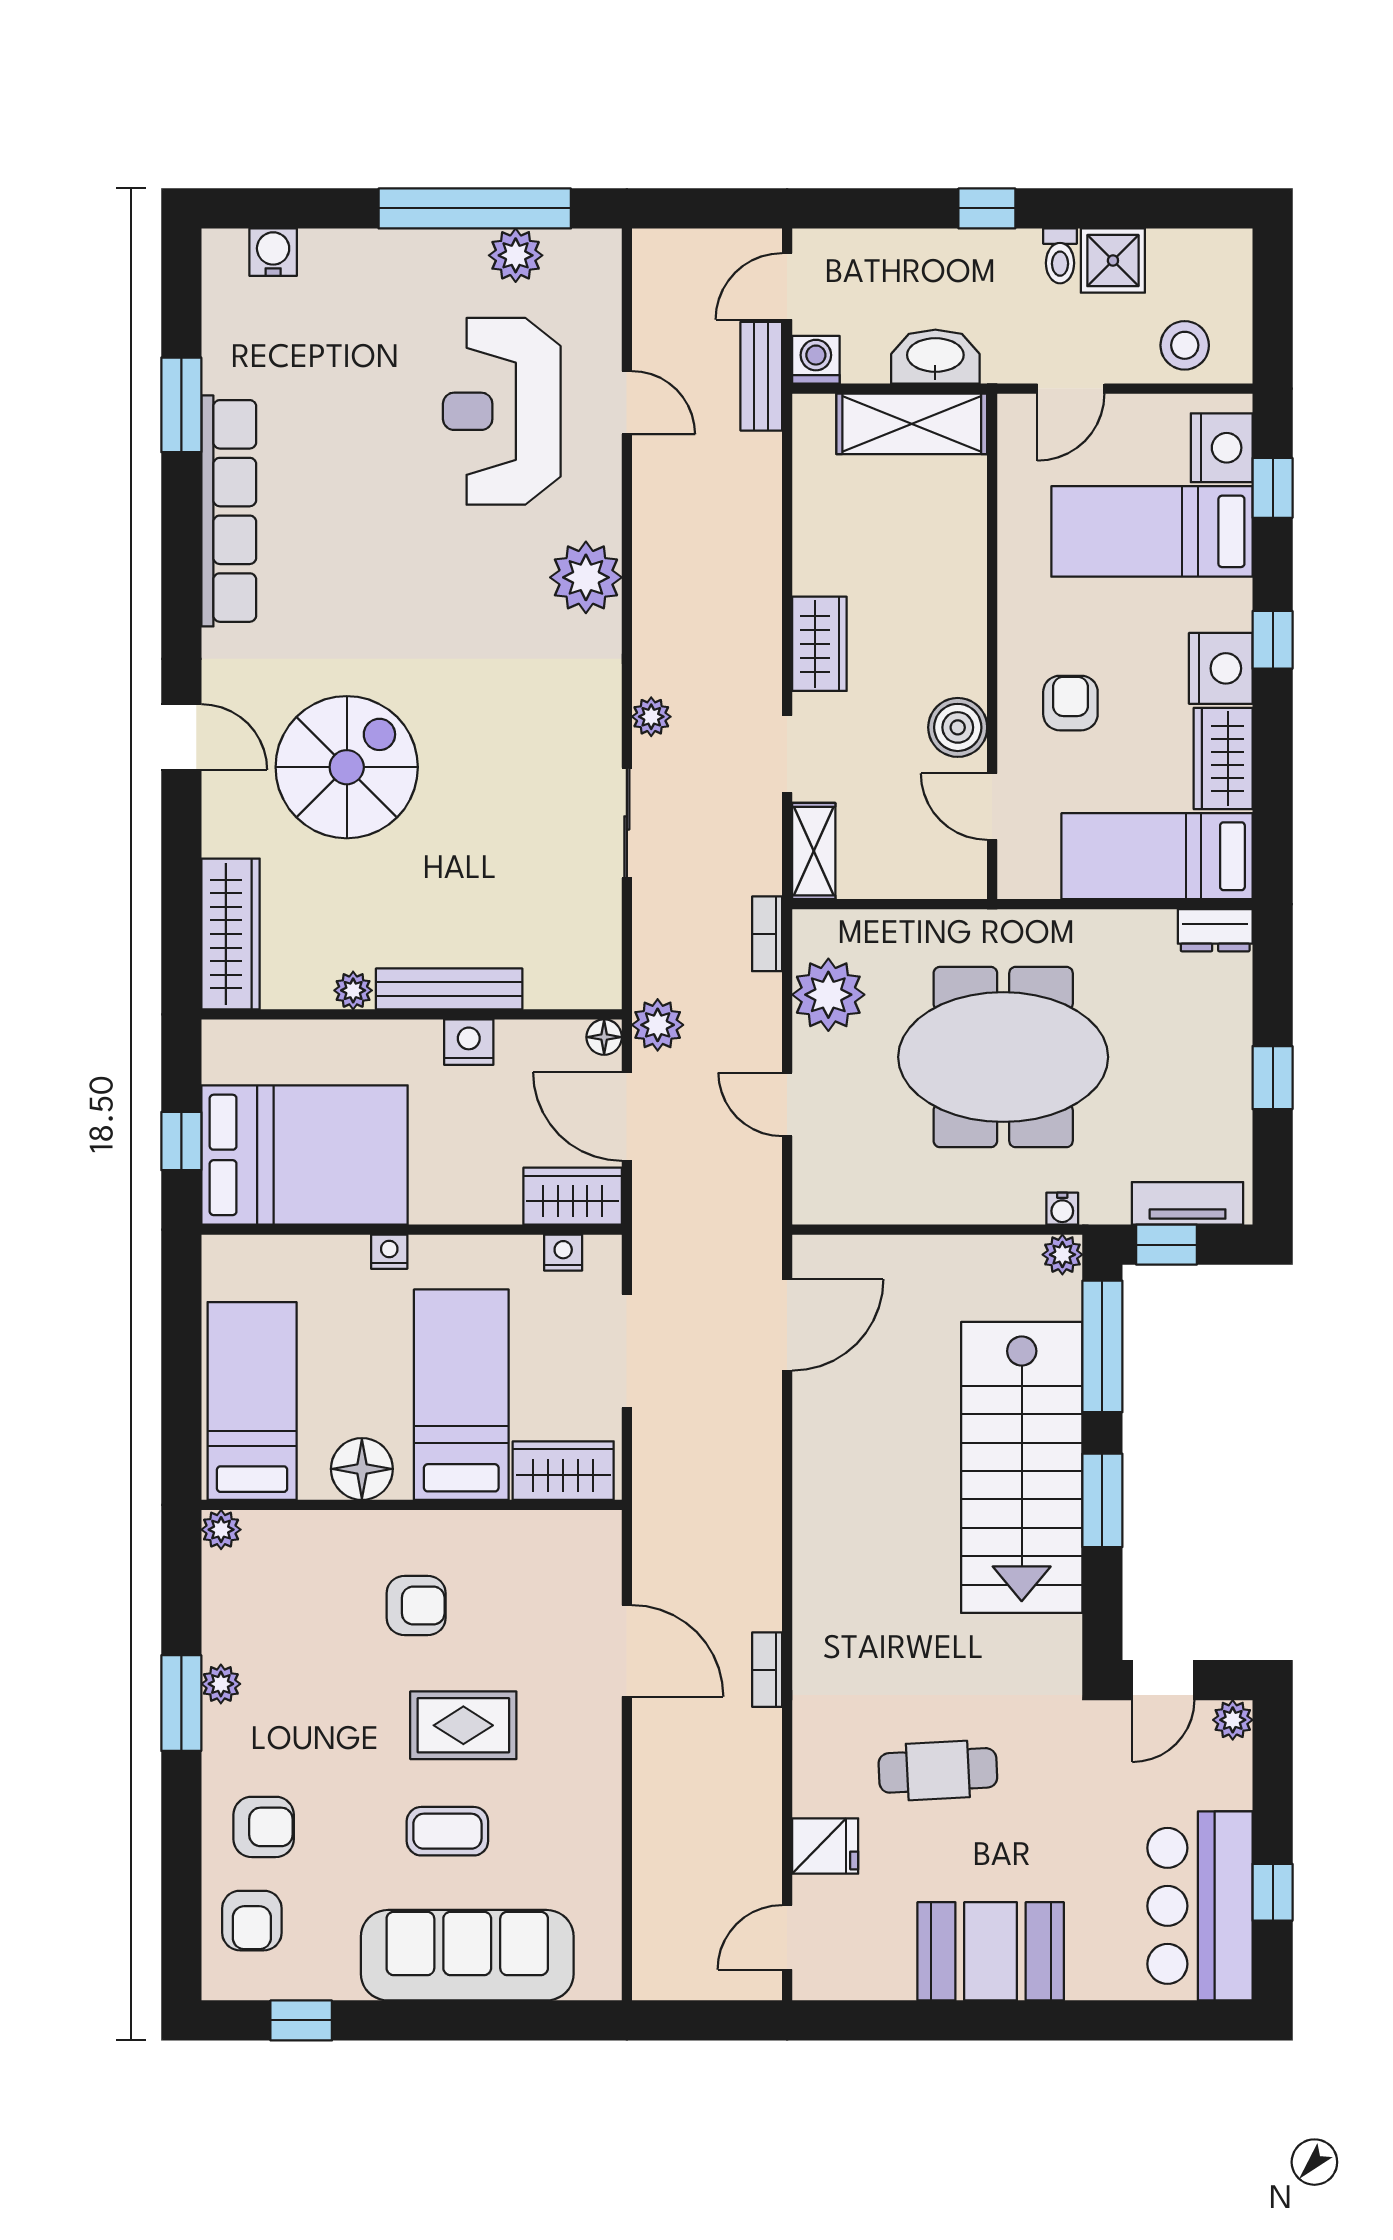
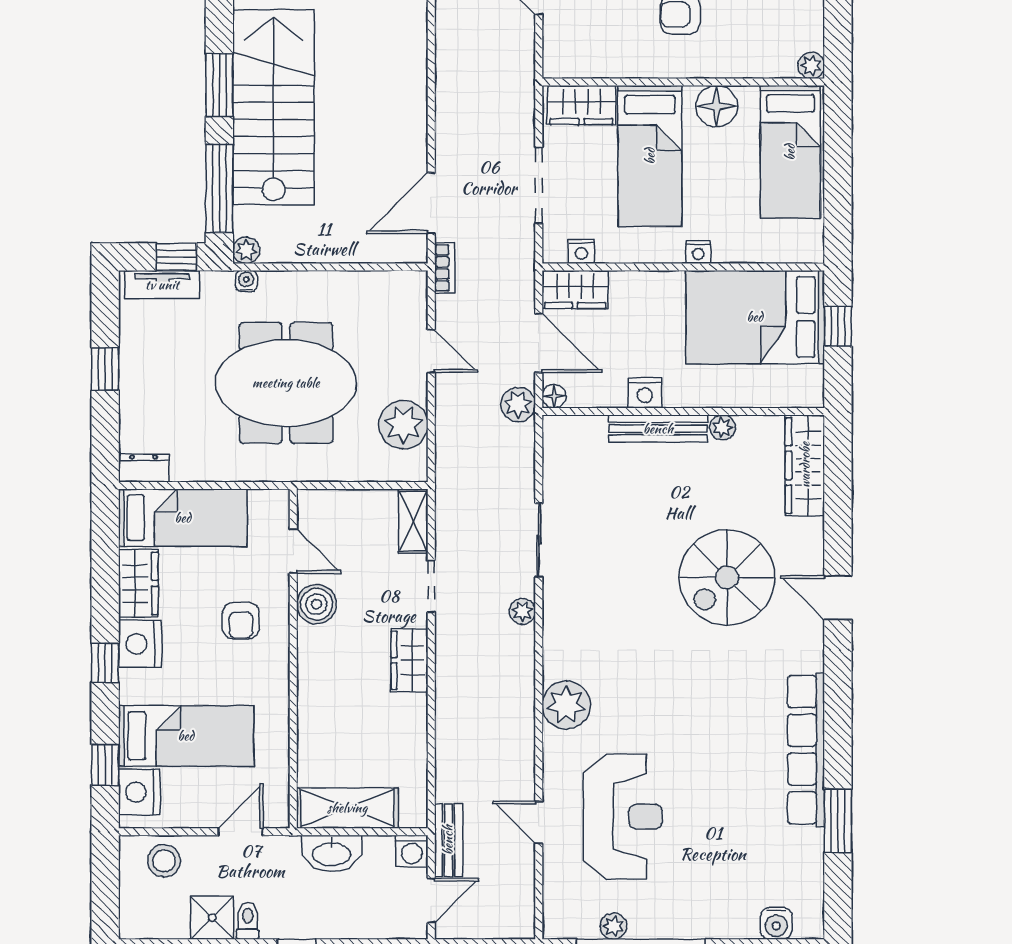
plant: (516, 255) -> (613, 926), width x0.73, depth x0.73
bookcase: (767, 934) -> (445, 268), moved

